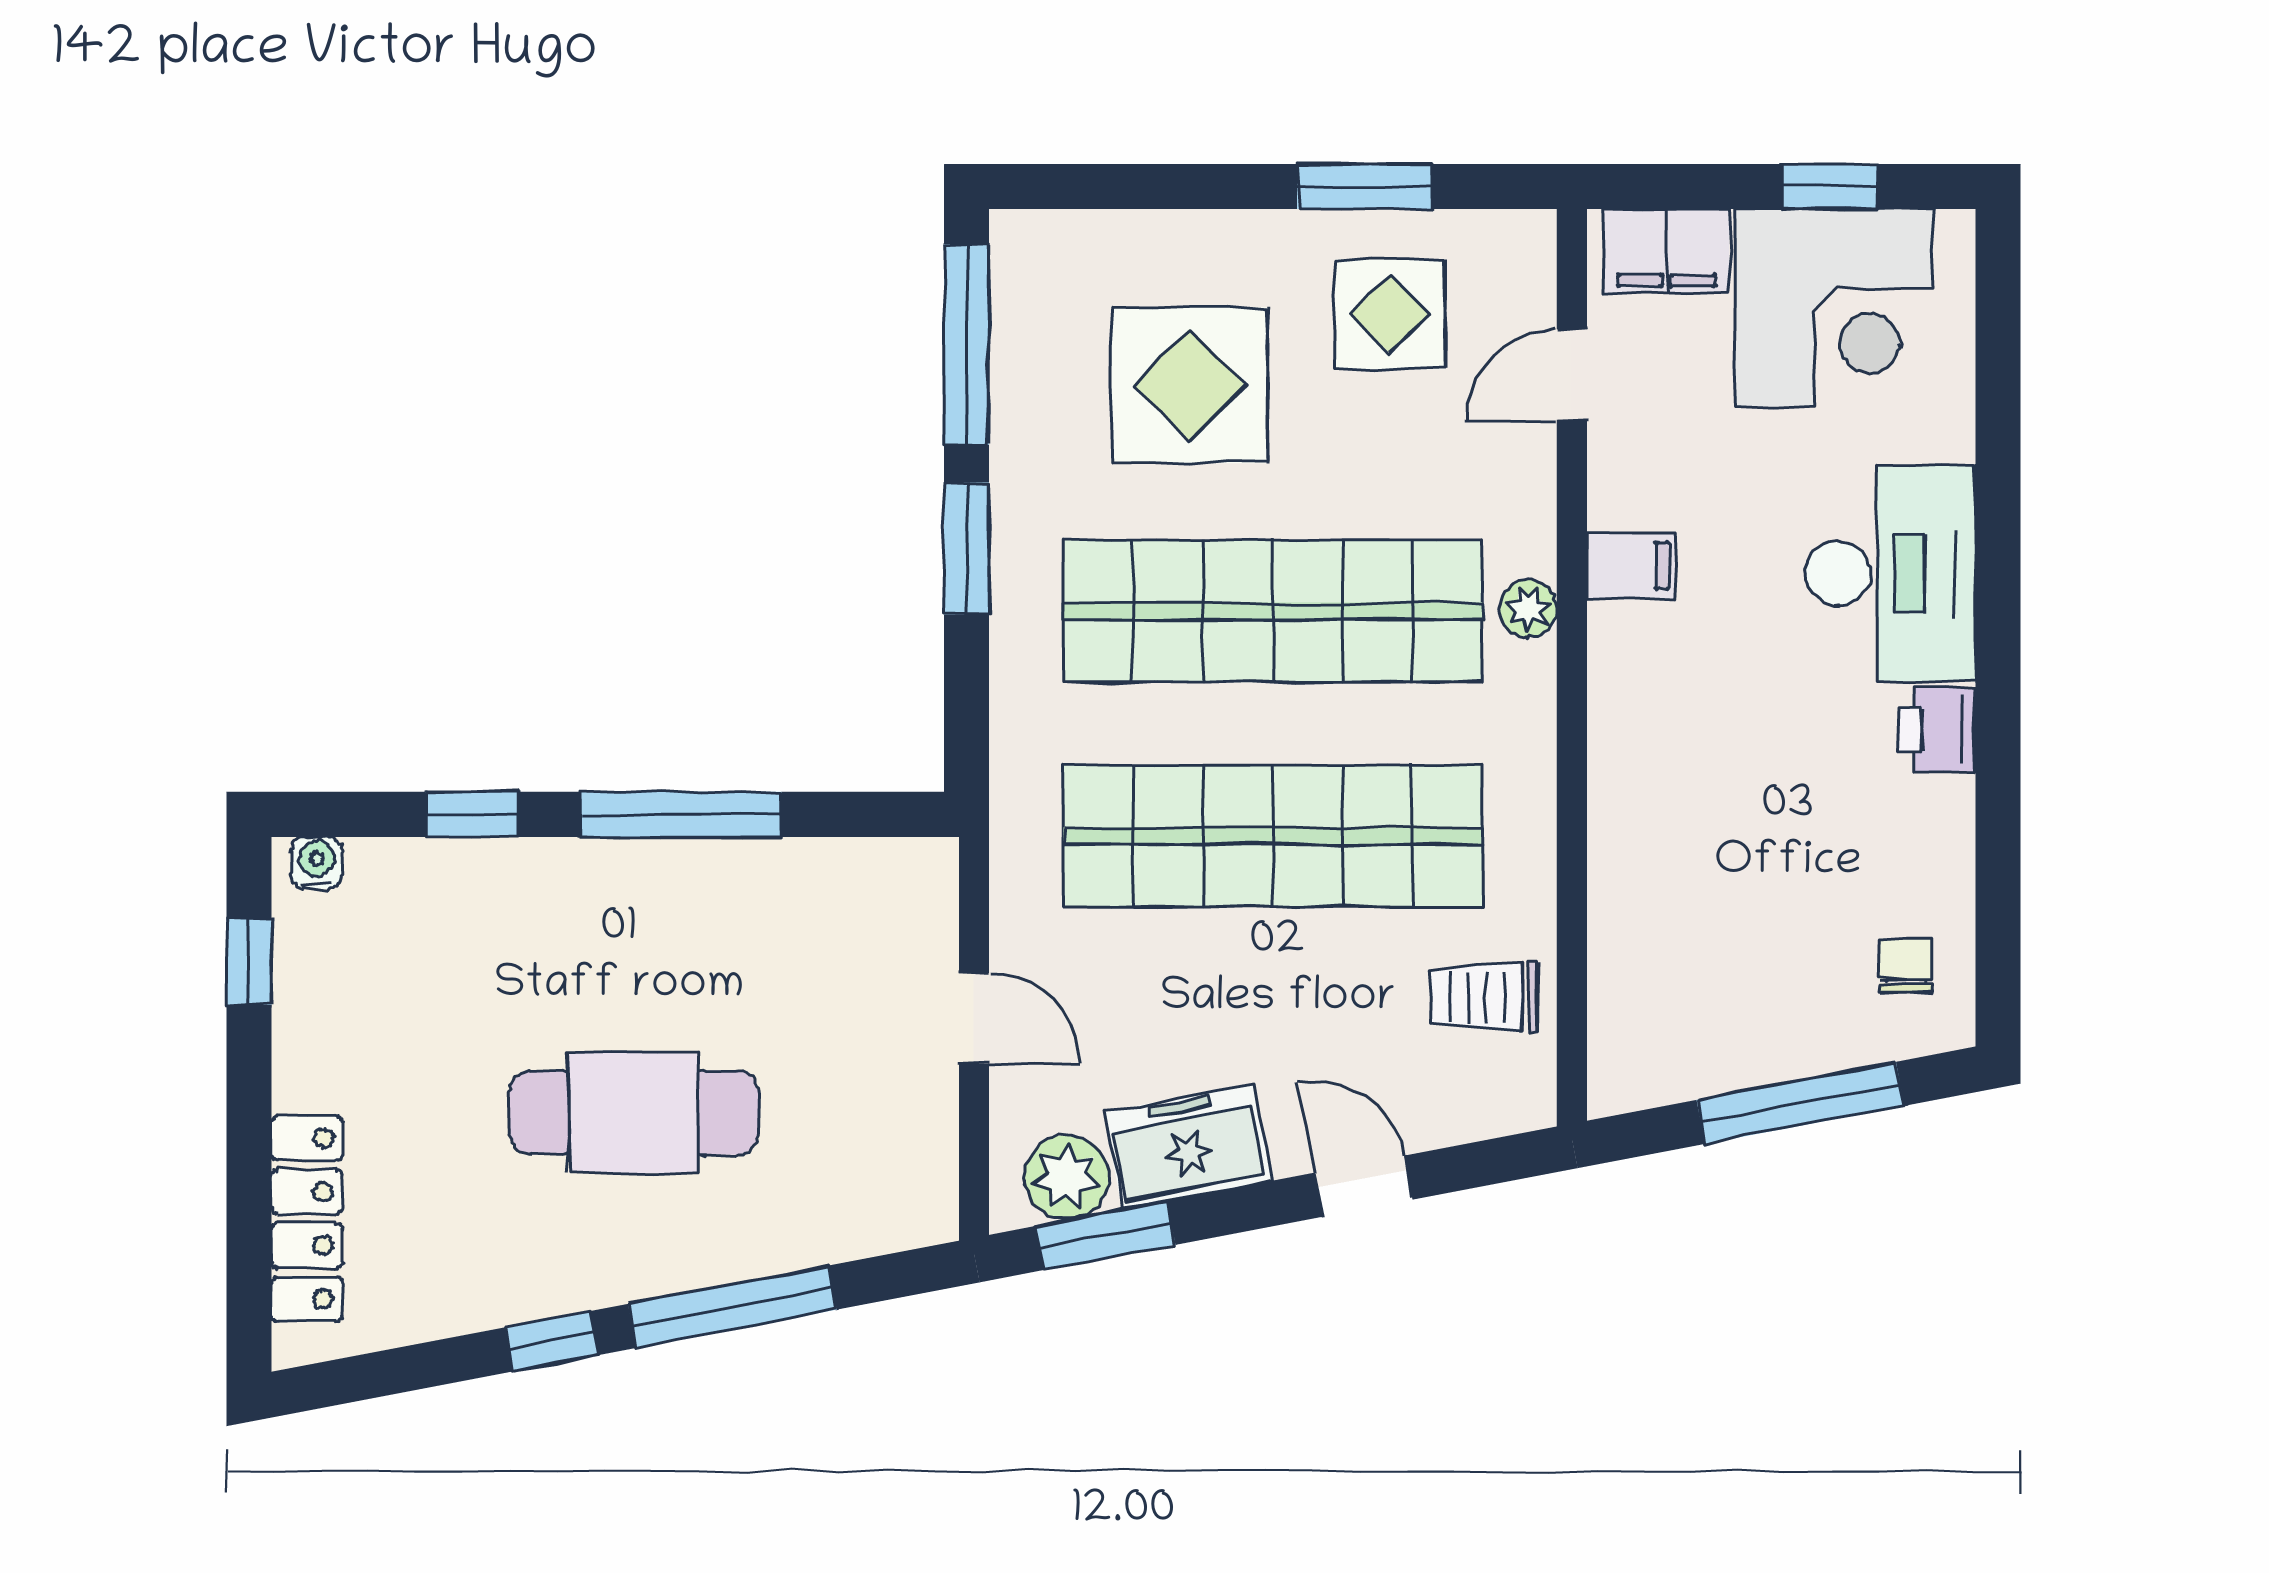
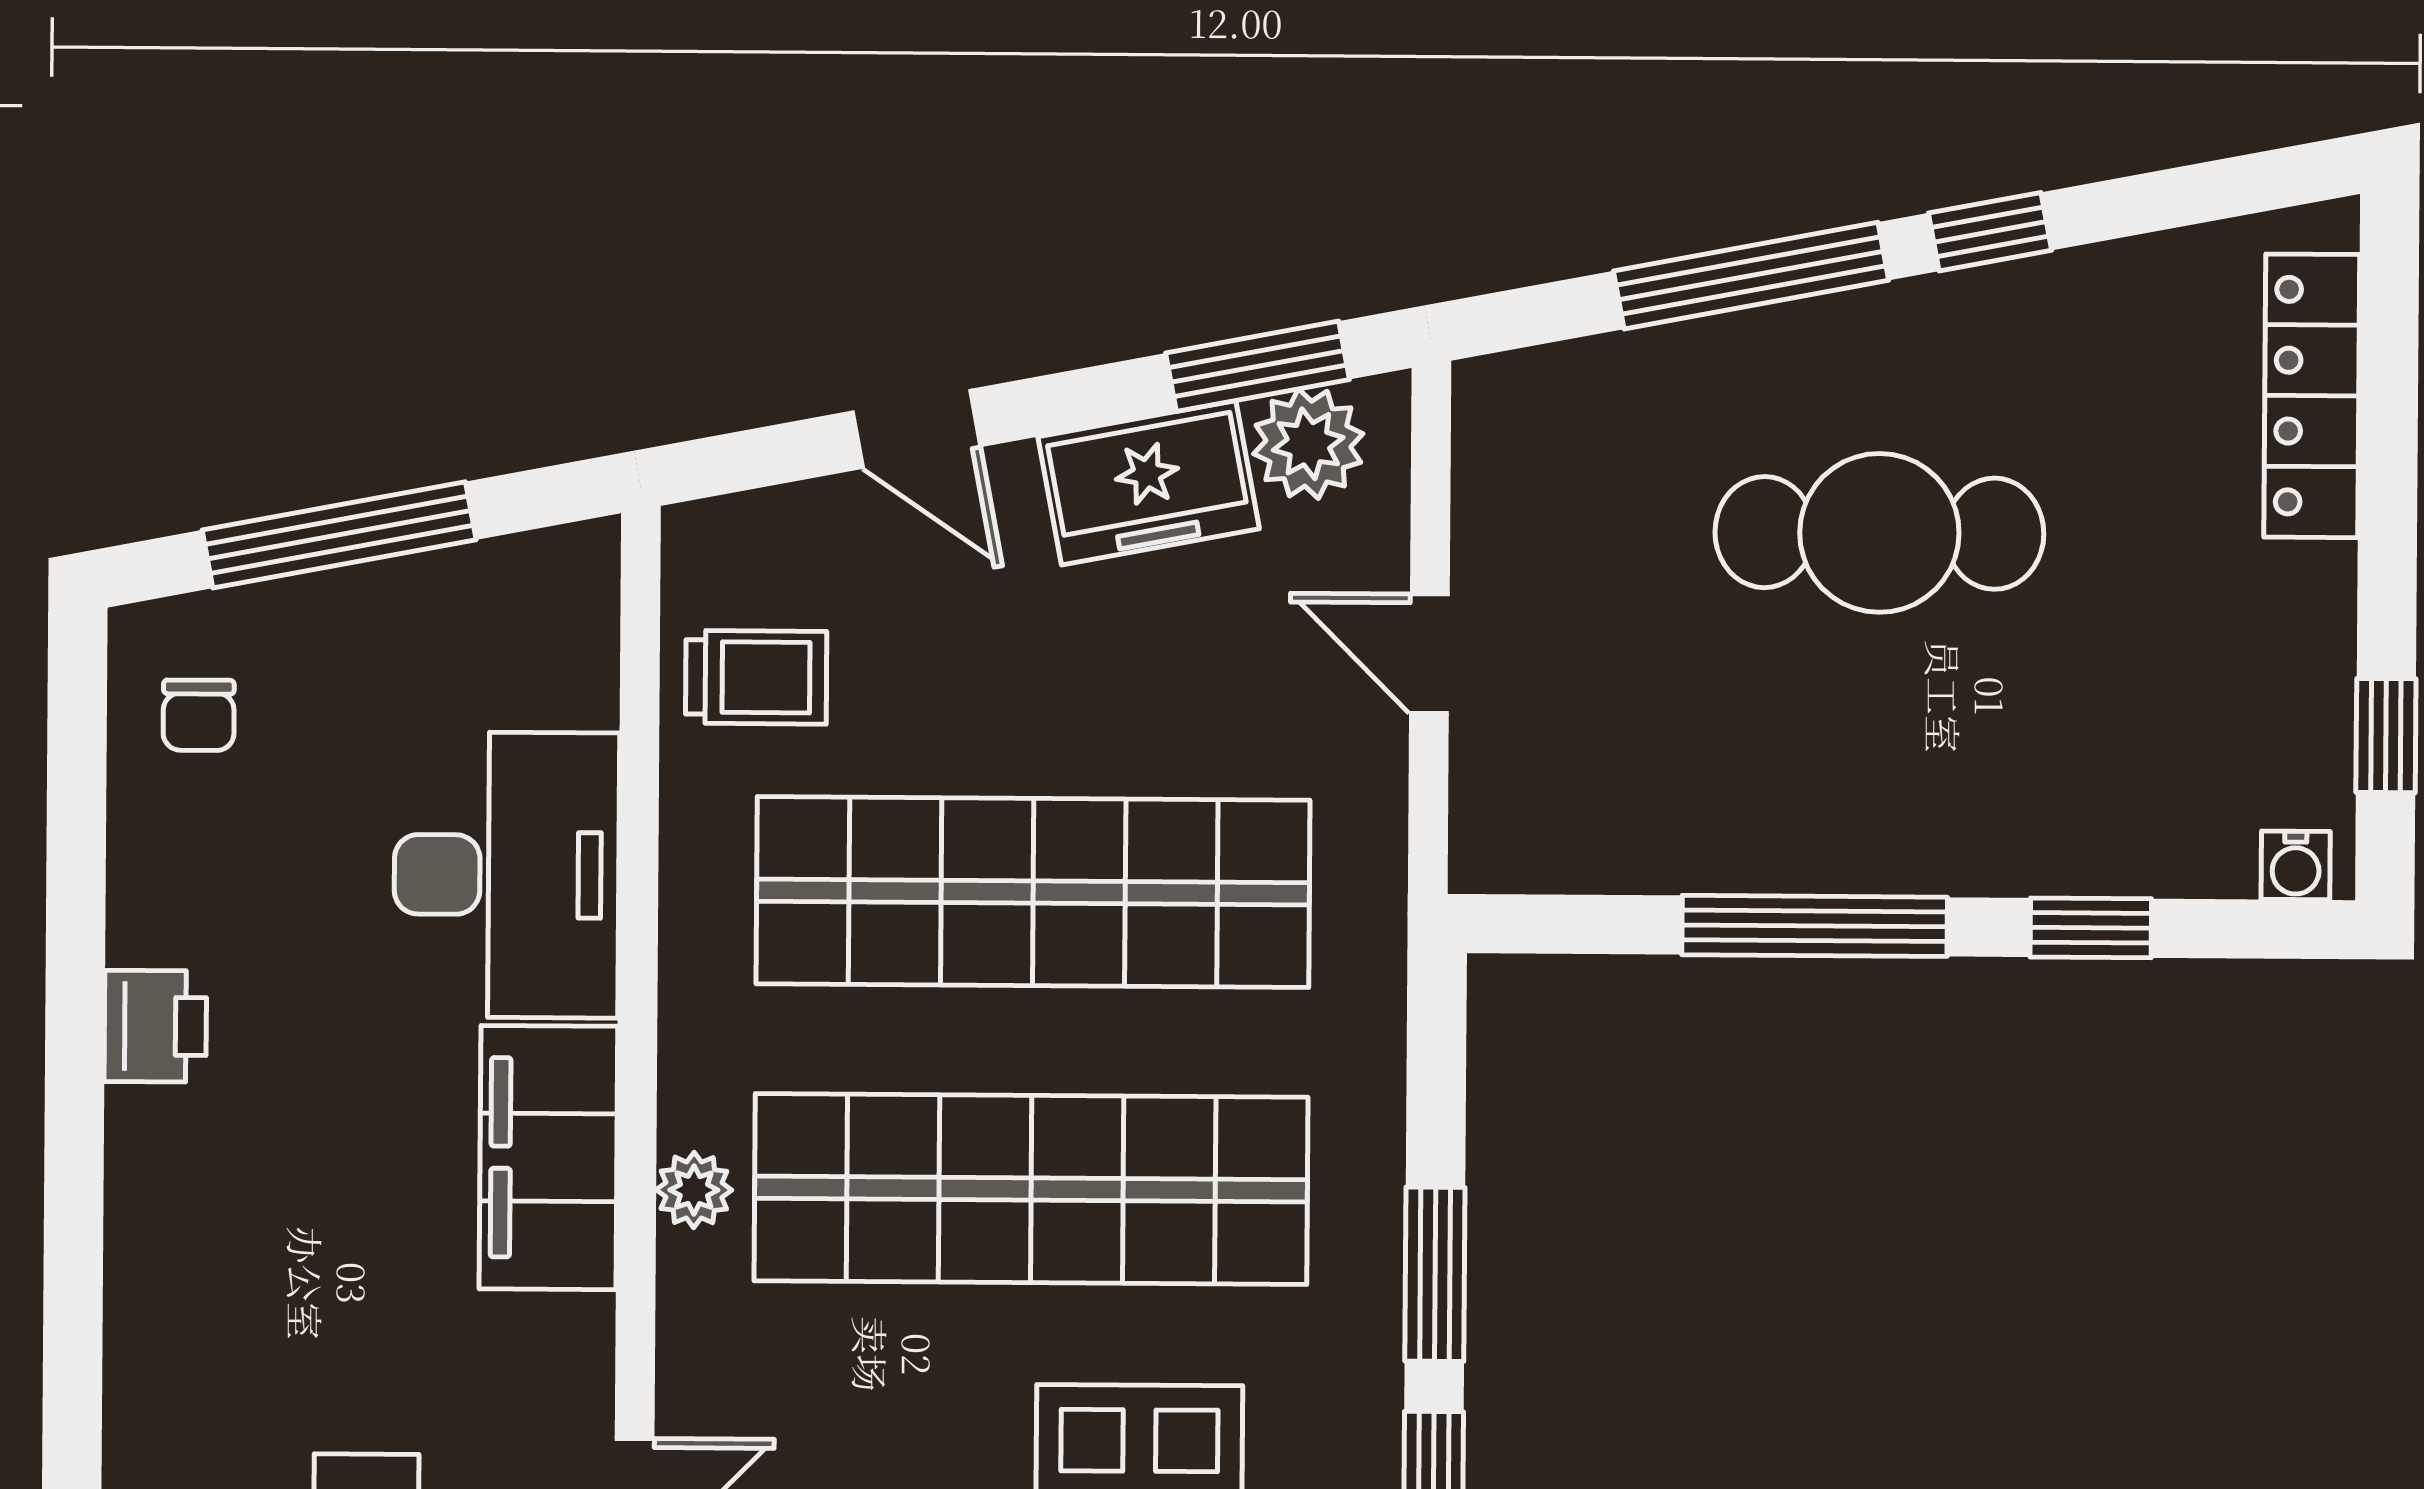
filing cabinet: (1631, 566) -> (548, 1158), width x3.00, depth x1.17
desk: (1891, 573) -> (507, 875), moved, turned 180

